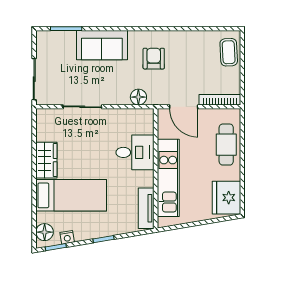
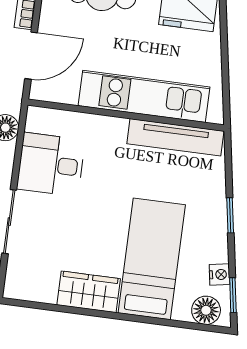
desk: (135, 152) -> (51, 165), moved, turned -90
tv unit: (146, 208) -> (175, 137), width x1.41

